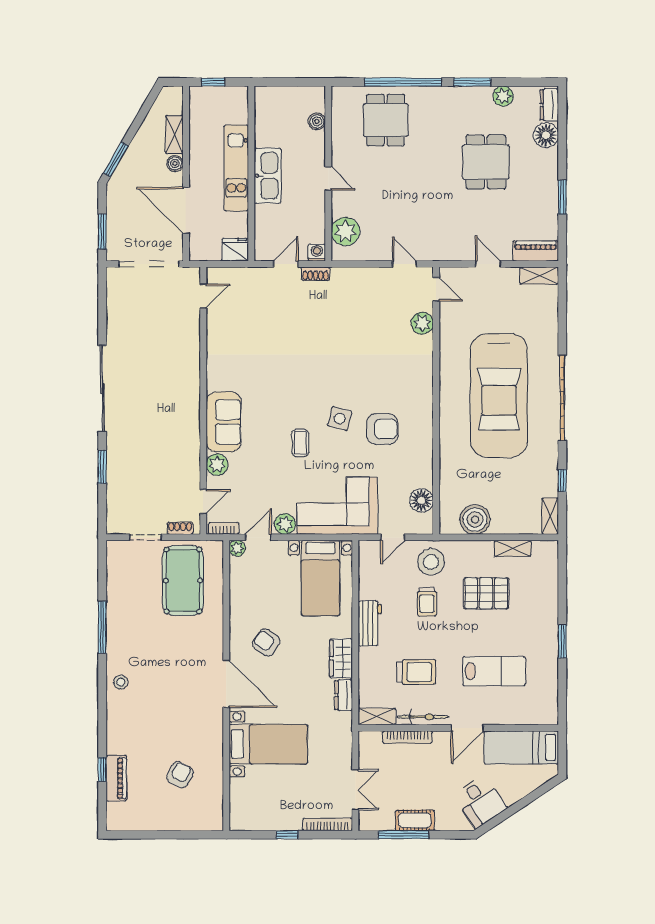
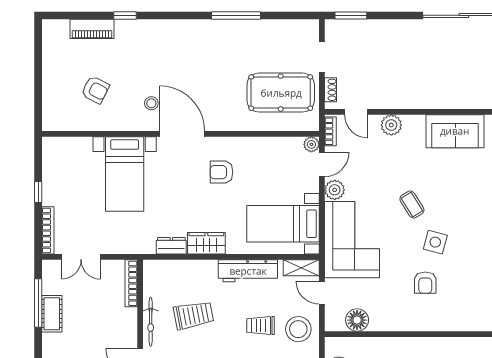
sofa: (224, 422) -> (455, 131), moved
armchair: (382, 429) -> (425, 283), width x0.72, depth x0.72
coffee table: (300, 443) -> (412, 204), turned 58
window: (102, 467) -> (351, 15), moved
door: (258, 537) -> (322, 164), hinge flipped
workbench: (370, 623) -> (248, 271), width x1.38
armchair: (266, 643) -> (221, 172), turned -126
trolley: (416, 672) -> (193, 315), turned -101
stool: (121, 682) -> (151, 103), moved
door: (226, 684) -> (182, 134), swing flipped
shelving: (377, 717) -> (301, 268), moved, turned 90
bookcase: (407, 737) -> (131, 283), moved
window: (102, 770) -> (125, 15), moved

